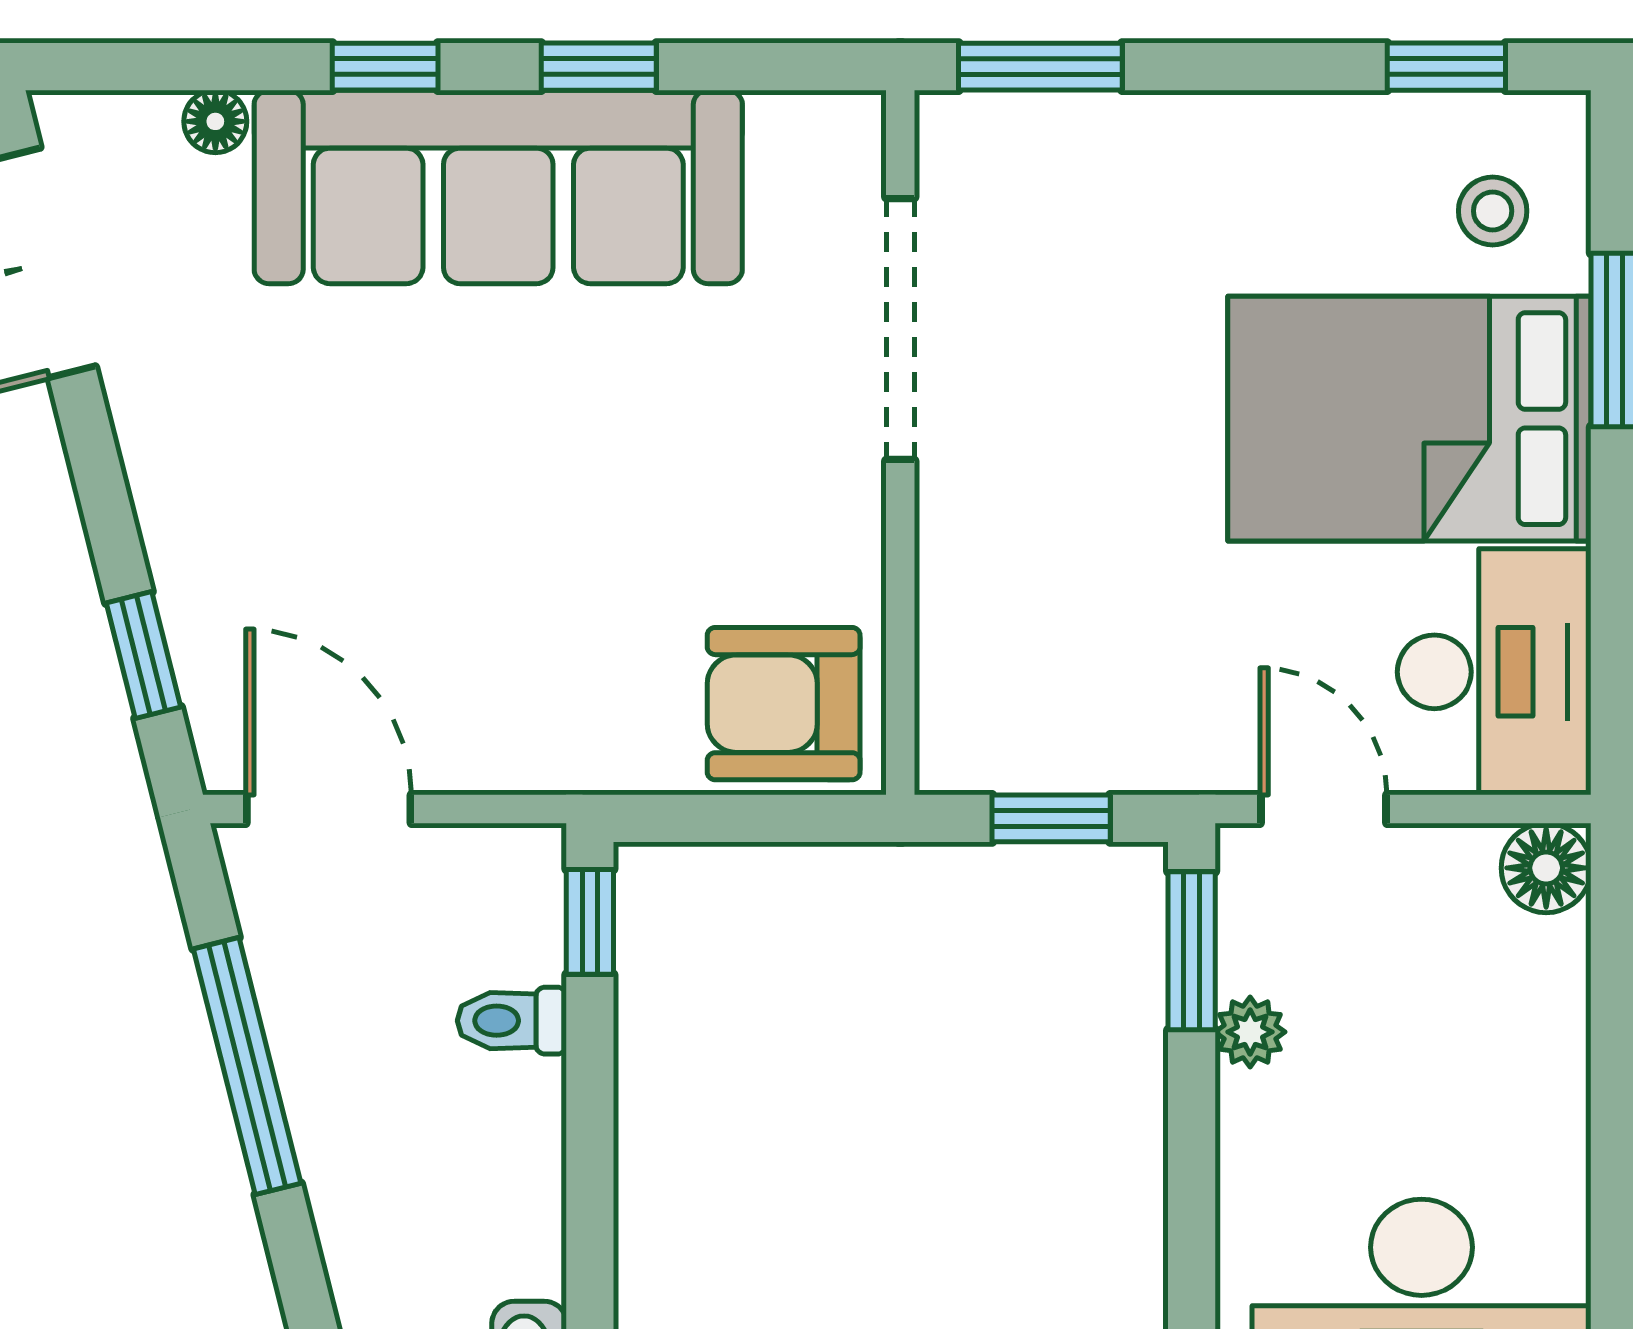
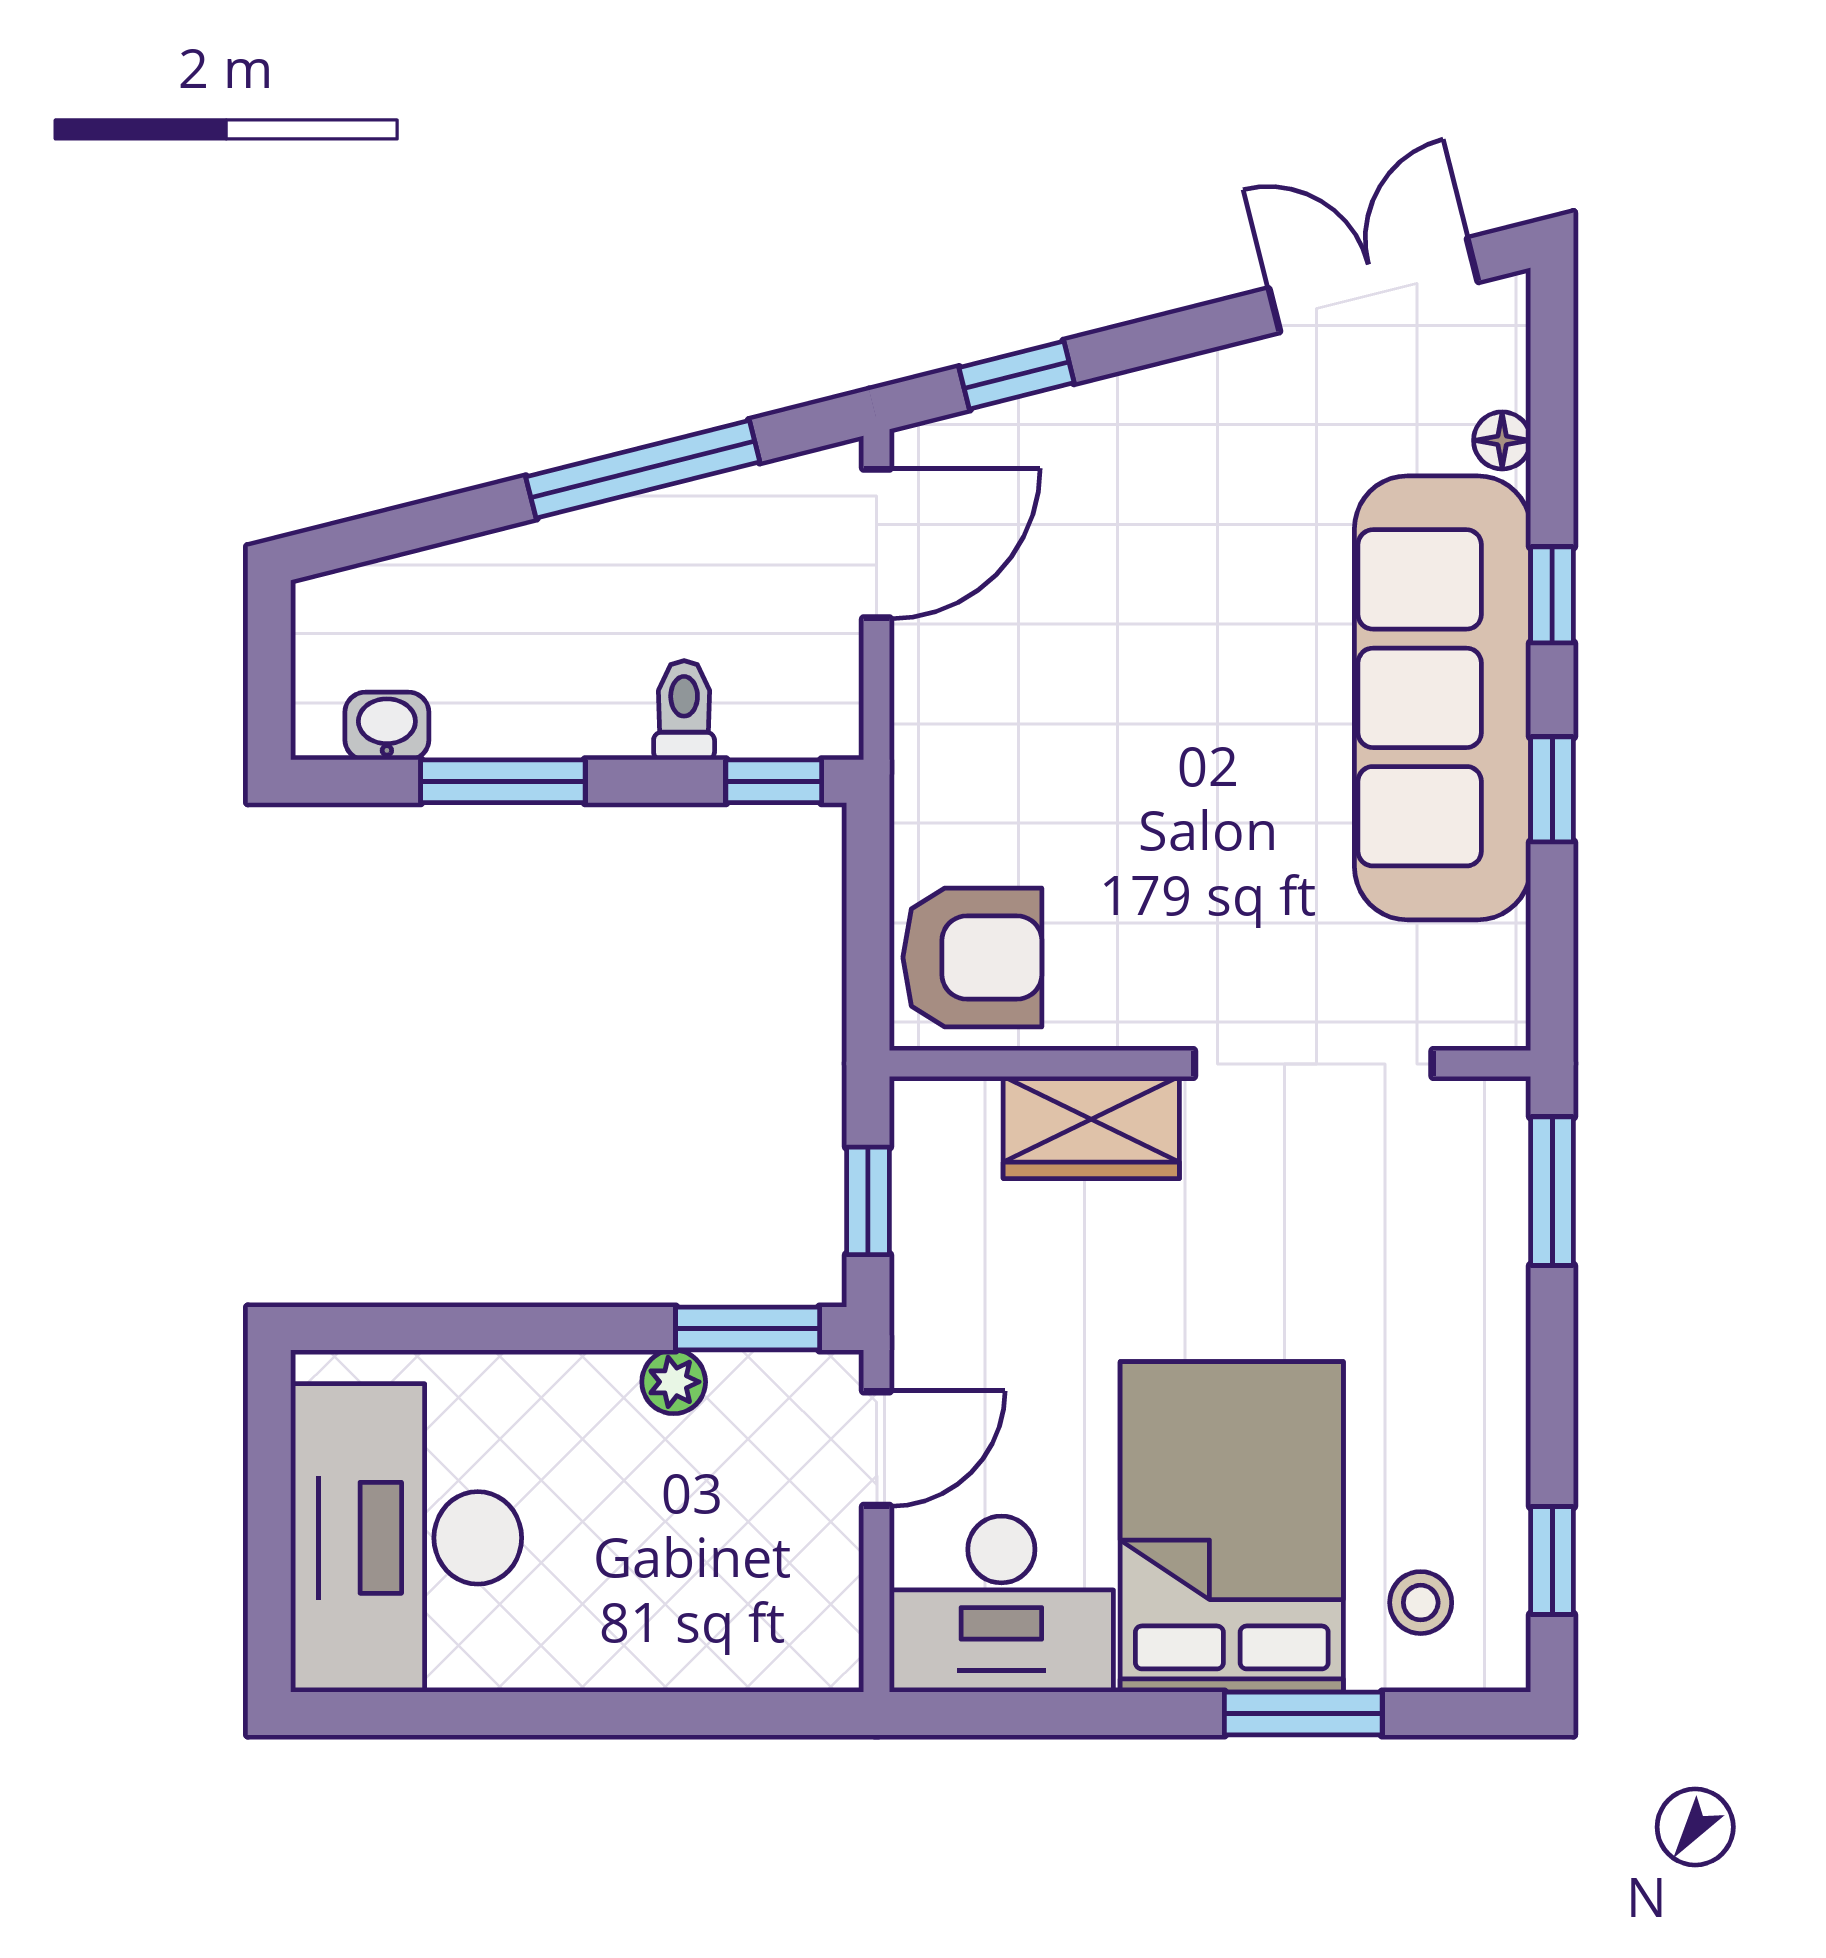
wardrobe: (970, 573) -> (1091, 1127), added
armchair: (784, 704) -> (972, 957), turned 90
floor lamp: (1546, 868) -> (823, 1651), removed
window: (590, 1220) -> (503, 781), added

